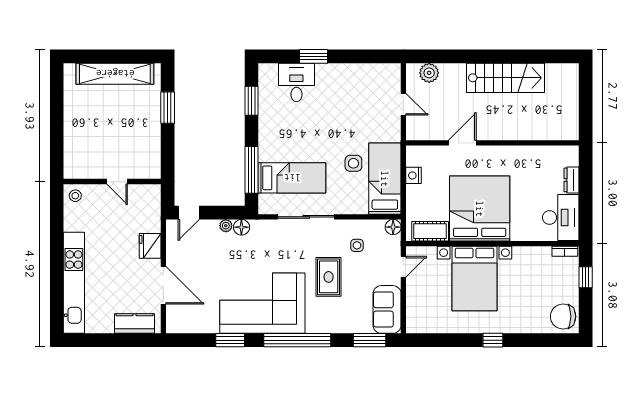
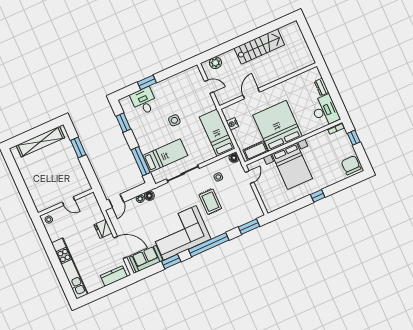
side table: (353, 163) -> (174, 120), moved
sofa: (387, 309) -> (146, 259), moved, turned 90
chair: (563, 316) -> (351, 165), turned 90

